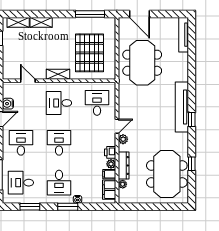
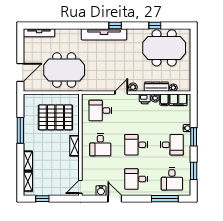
window: (90, 14) -> (20, 130), moved
door: (28, 81) -> (80, 187), moved
door: (117, 126) -> (121, 93), hinge flipped

